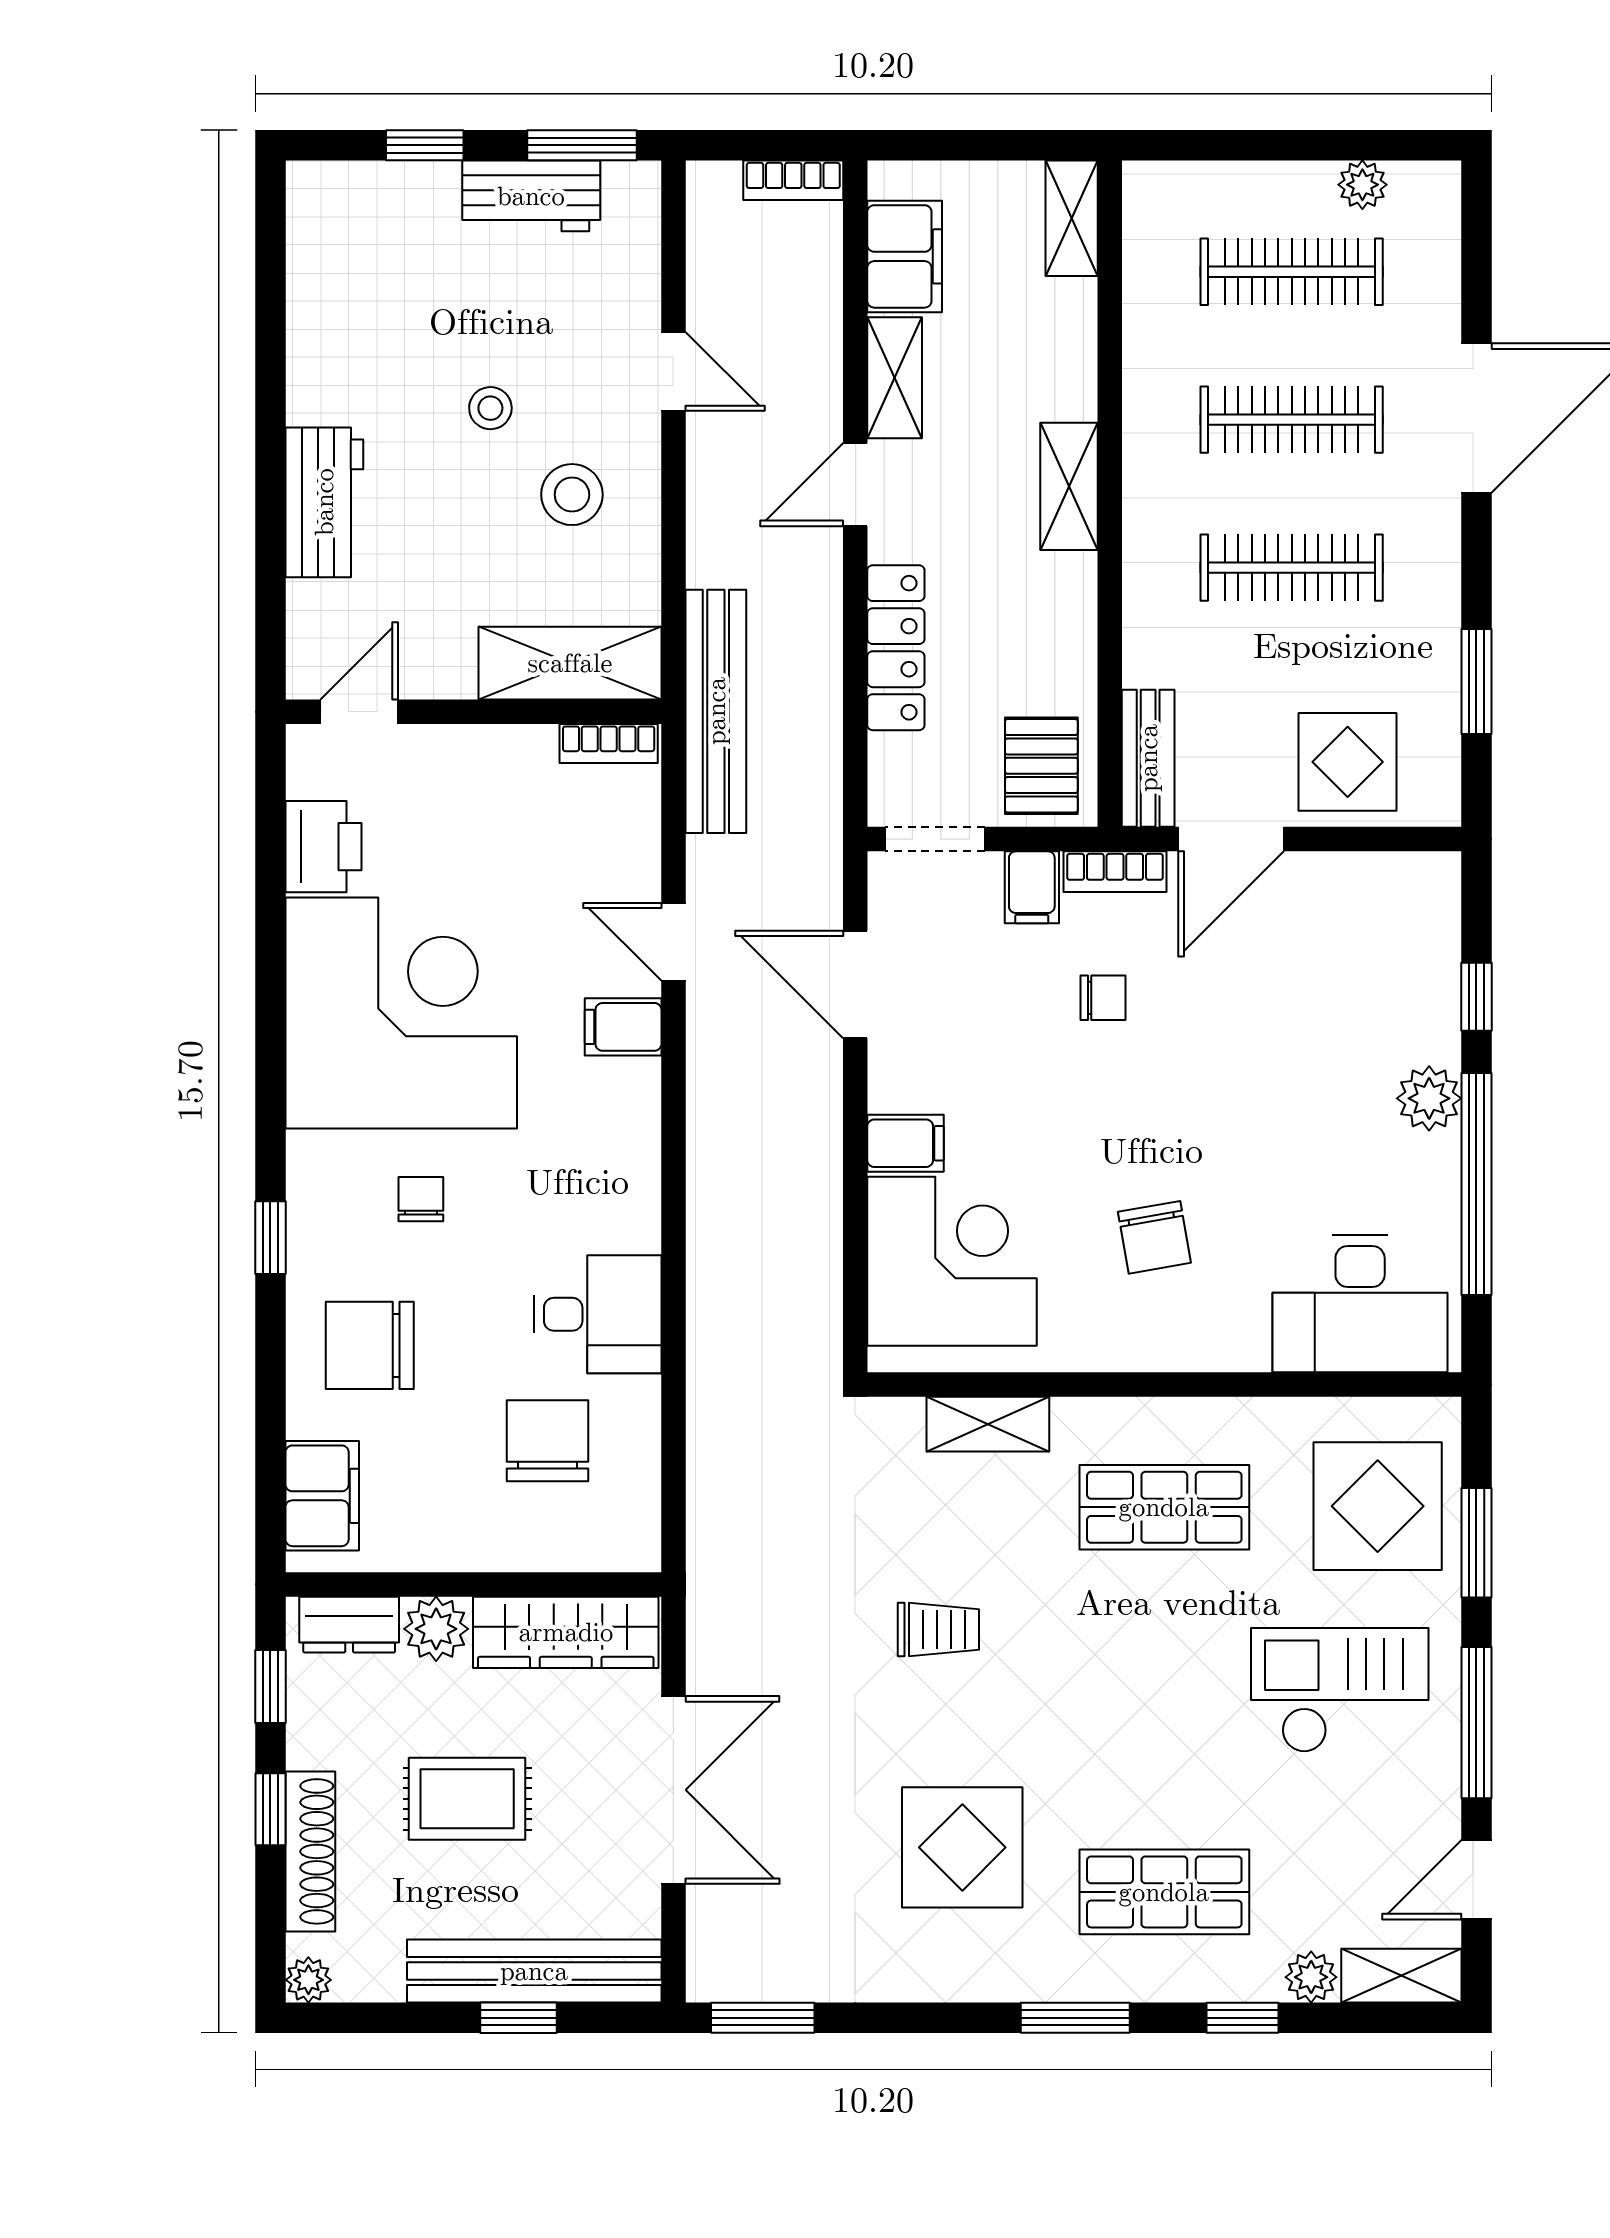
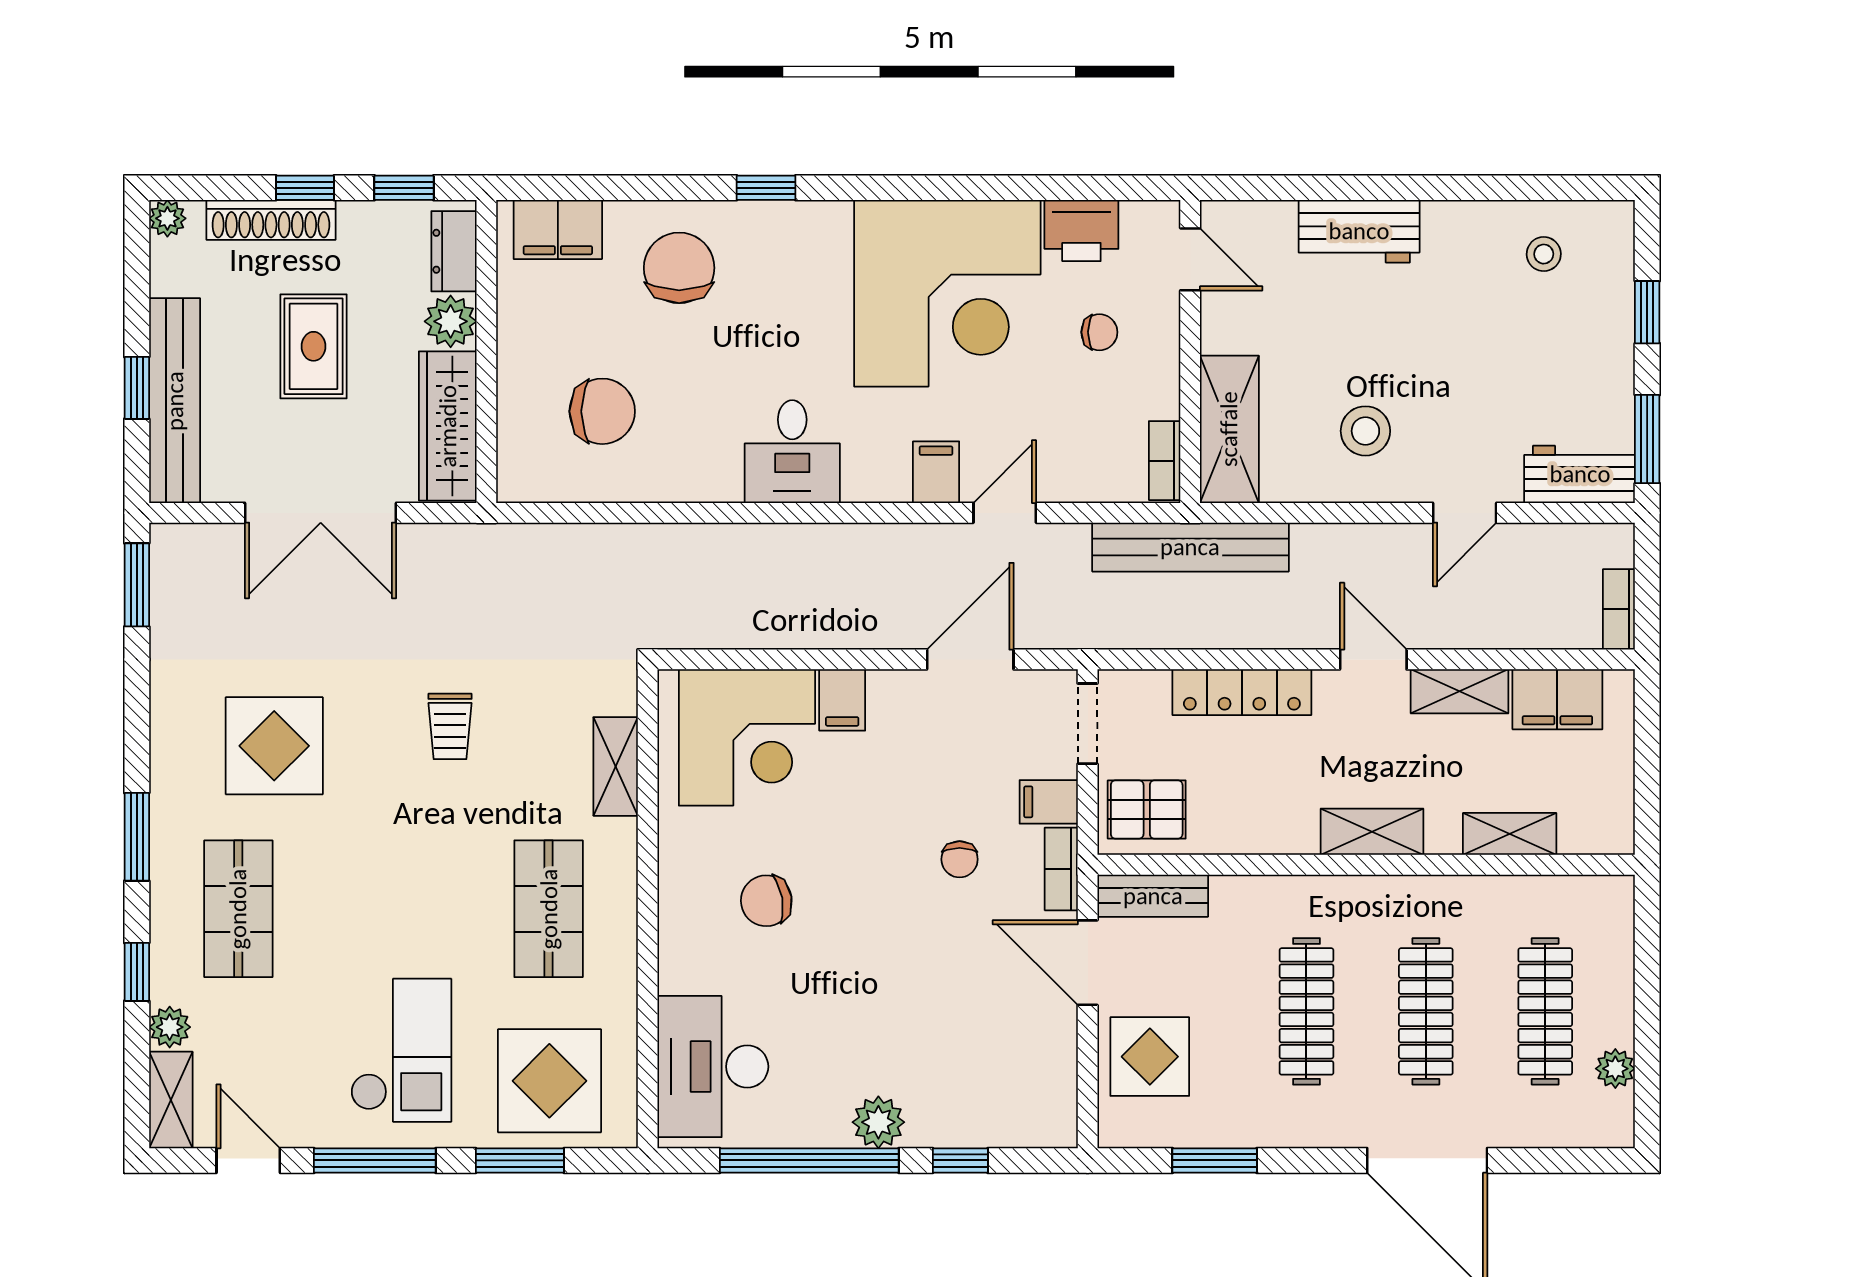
workbench: (531, 196) -> (1580, 474), moved, turned 90
shelving: (1072, 218) -> (1510, 834), moved
stool: (490, 408) -> (1544, 254), moved
chair: (421, 1199) -> (1099, 332), moved
desk: (598, 1314) -> (792, 452), moved

